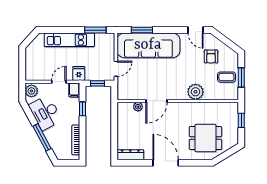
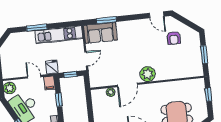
window: (95, 30) -> (37, 28), moved
kitchen unit: (69, 40) -> (59, 35), moved
sofa: (148, 45) -> (100, 33), width x0.54, depth x0.79
coffee table: (226, 77) -> (190, 56), removed
door: (59, 82) -> (34, 77), hinge flipped
plant: (196, 92) -> (148, 74), moved

